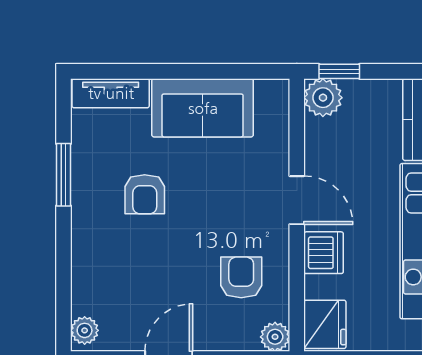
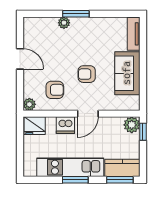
window: (64, 175) -> (76, 14), moved
armchair: (145, 194) -> (87, 74), moved
plant: (85, 330) -> (64, 23), moved

